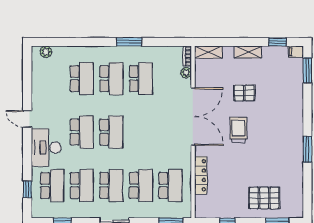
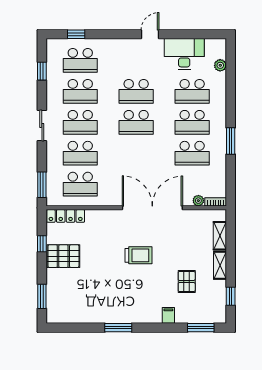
plant: (46, 52) -> (220, 65), moved
shelving: (208, 52) -> (220, 236), moved
filing cabinet: (296, 52) -> (168, 315), moved
pallet: (244, 93) -> (187, 282), moved
double door: (193, 117) -> (152, 208), swing flipped
desk: (46, 148) -> (184, 54), moved
locker: (201, 175) -> (66, 216), moved
pallet: (264, 198) -> (63, 256), moved, turned 90

